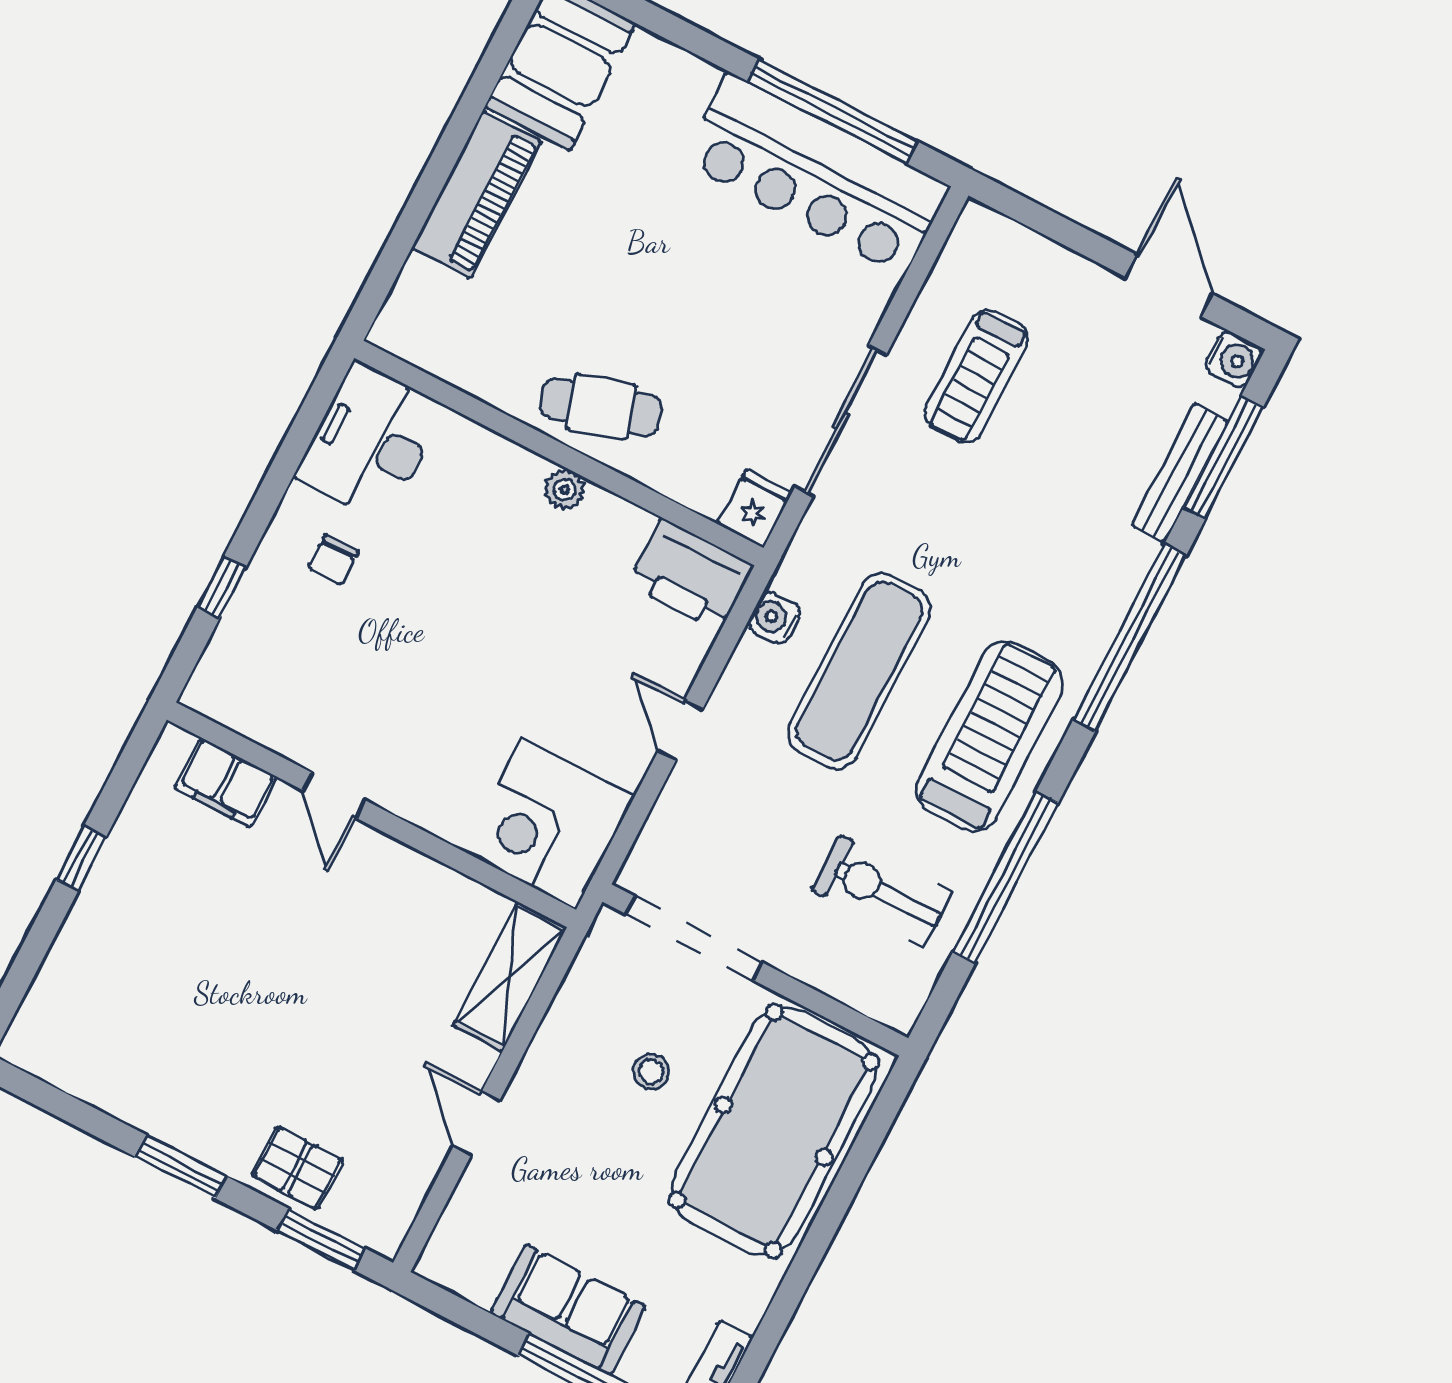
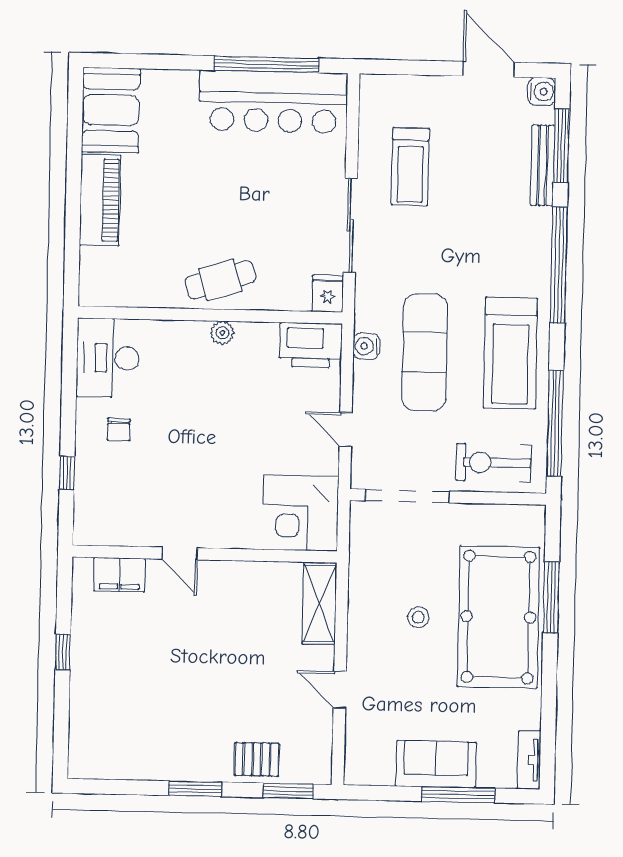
treadmill: (990, 736) -> (510, 353), turned 180
doorway: (694, 938) -> (407, 496), moved
wall: (755, 970) -> (448, 497), moved
window: (869, 1141) -> (551, 597), added

